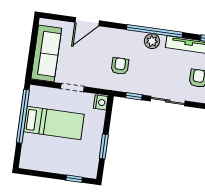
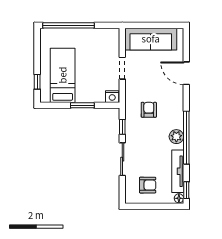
armchair: (120, 66) -> (149, 110), turned -90
window: (23, 116) -> (69, 25), moved
bed: (54, 123) -> (63, 75), moved, turned 180
window: (104, 146) -> (82, 105), moved

